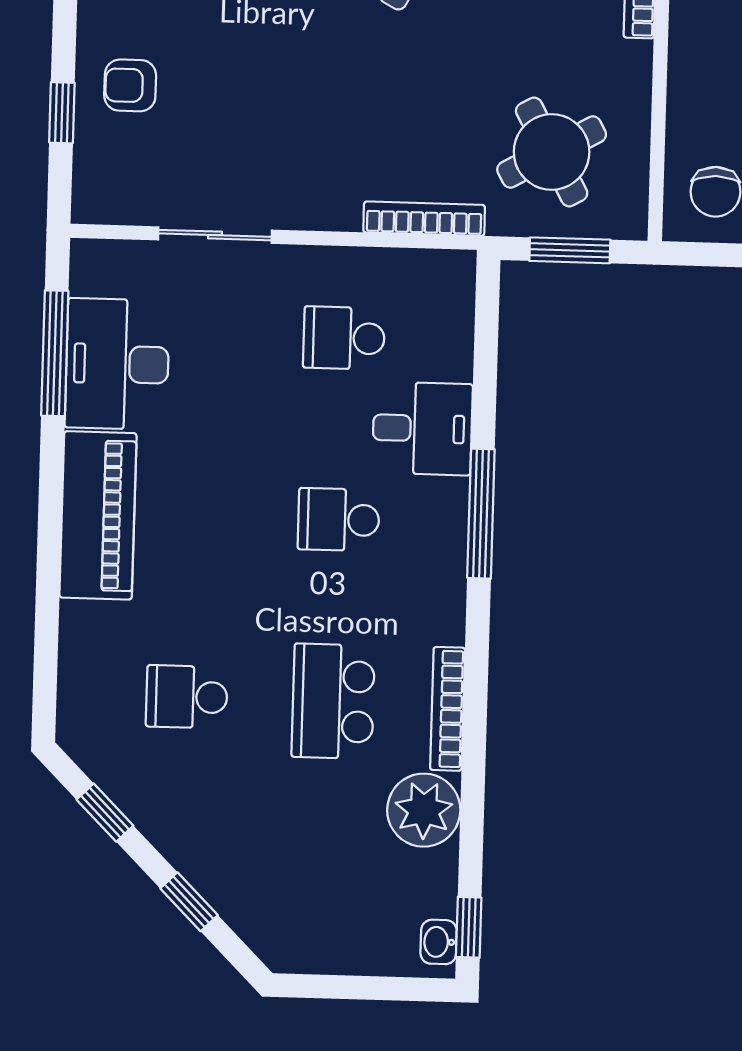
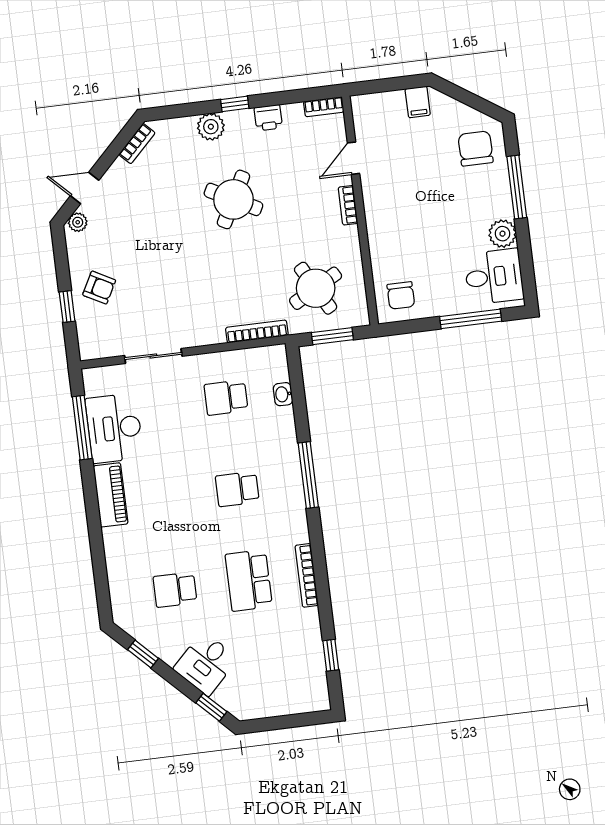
armchair: (130, 85) -> (99, 288), turned -152
desk: (422, 428) -> (206, 664), moved, turned 135
piano: (98, 515) -> (111, 495), width x0.73, depth x0.75
plant: (424, 810) -> (303, 628), removed
window: (189, 902) -> (211, 707), moved
window: (469, 927) -> (331, 655), moved
washbasin: (439, 942) -> (283, 394), moved

